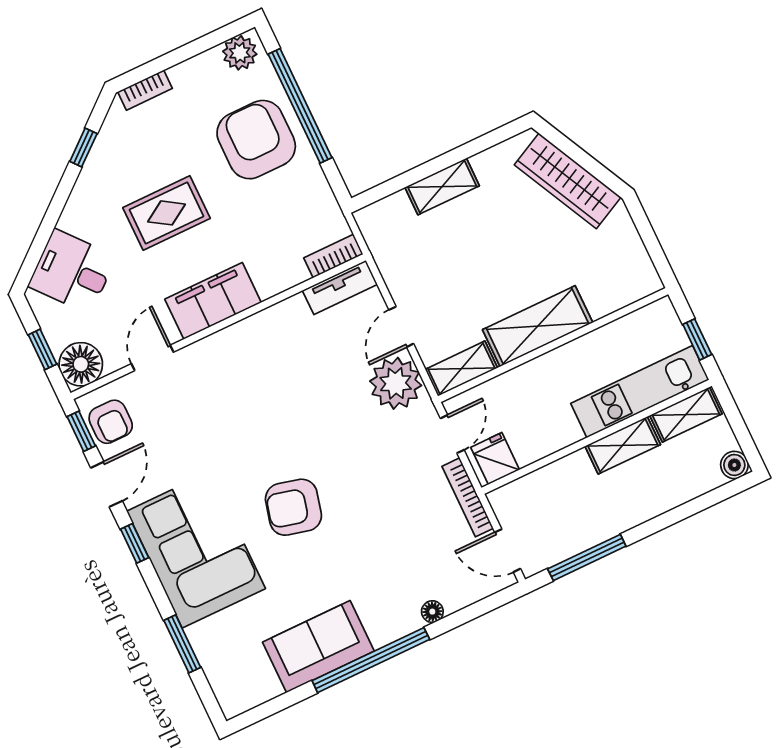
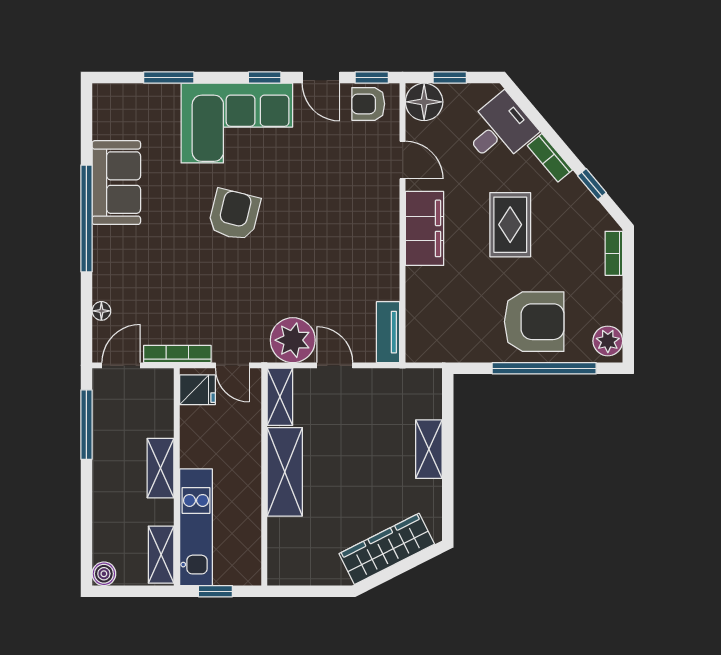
bookcase: (333, 256) -> (550, 158), moved, turned 140
shelving: (623, 445) -> (161, 468), moved
floor lamp: (432, 612) -> (101, 311), moved

